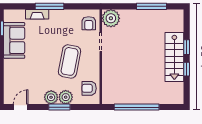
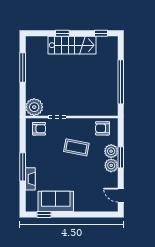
coffee table: (70, 61) -> (76, 147), width x0.73, depth x0.76
window: (187, 69) -> (101, 33), moved
armchair: (89, 88) -> (102, 128), turned 90

